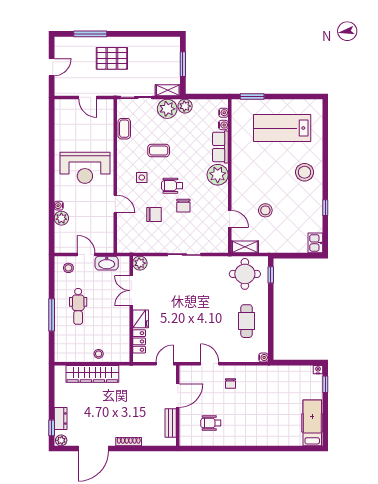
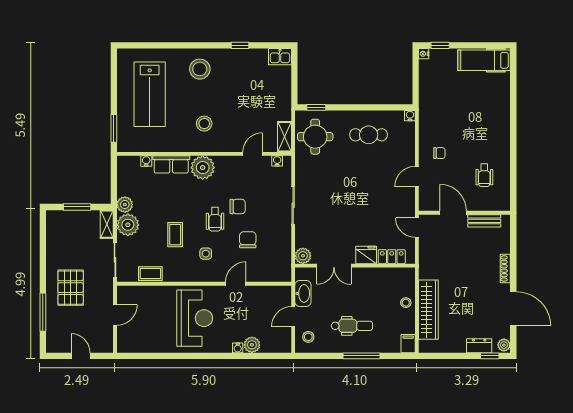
water cooler: (224, 113) -> (277, 161), moved
stool: (265, 210) -> (204, 124), moved
filing cabinet: (63, 356) -> (408, 344), added

